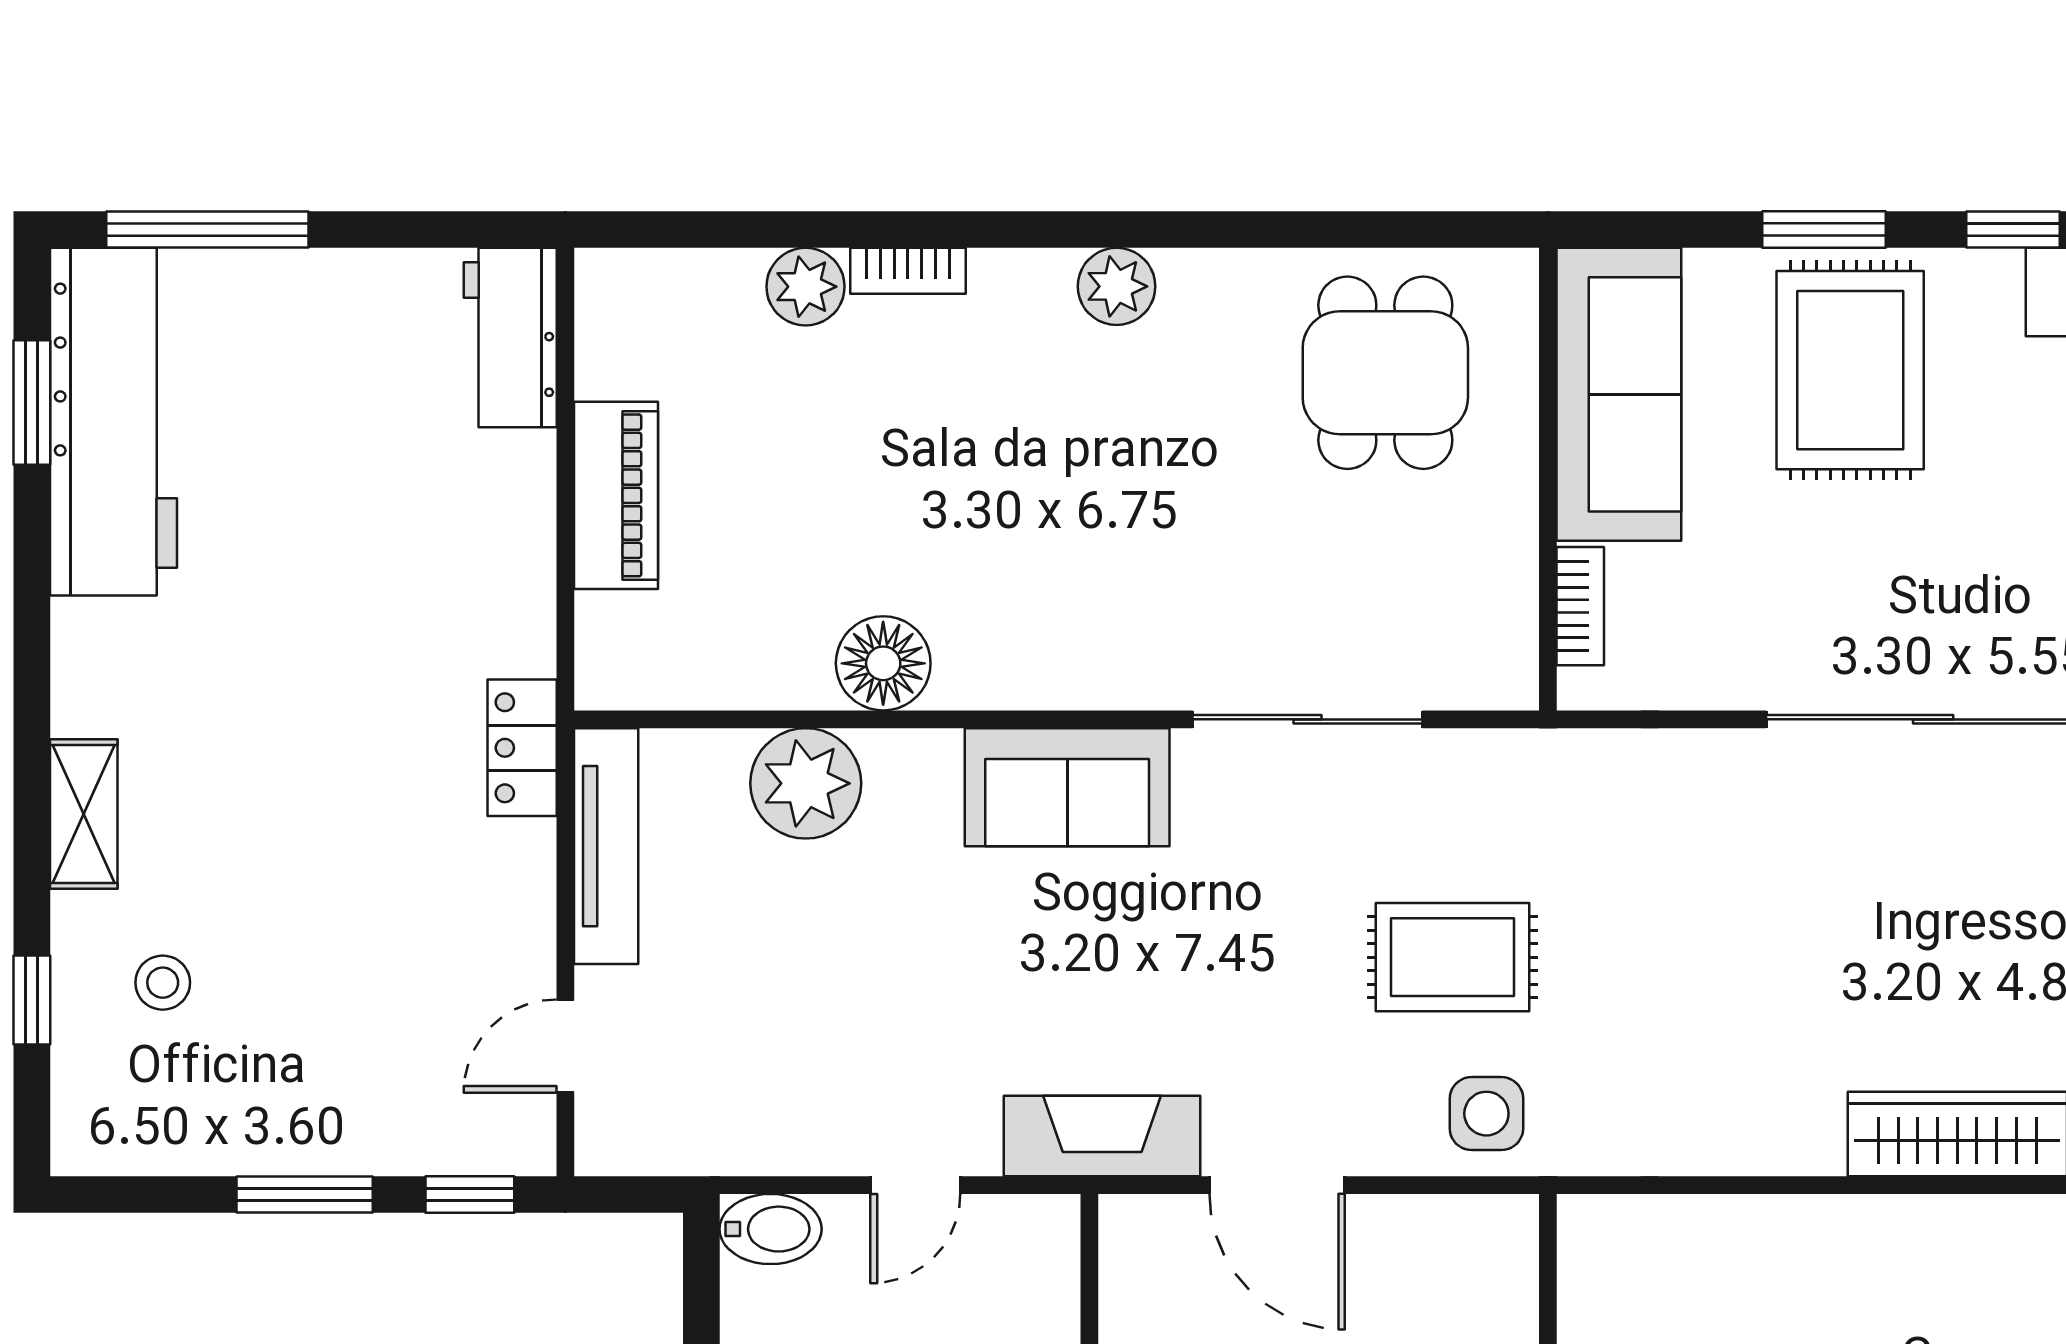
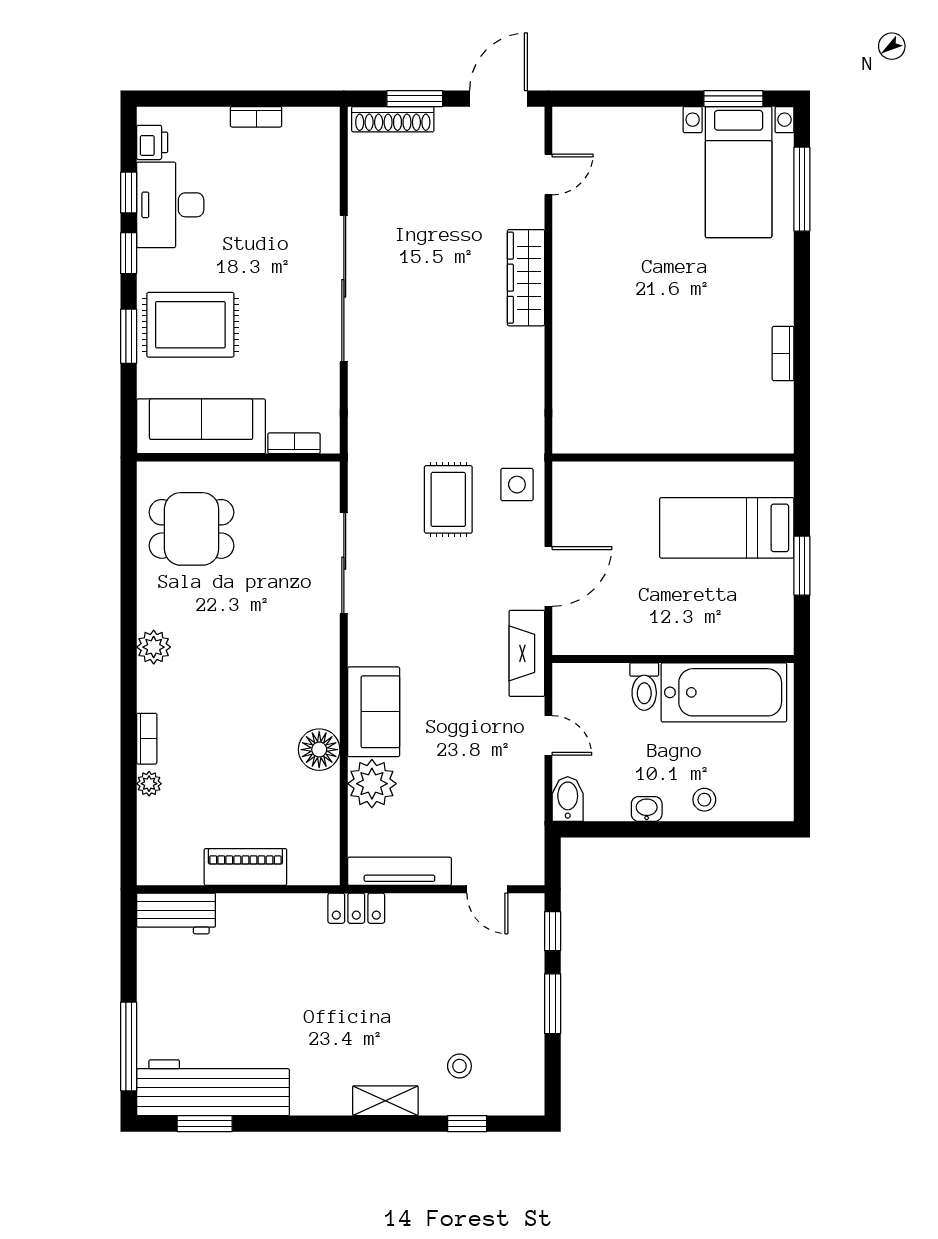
plant: (806, 287) -> (149, 784), width x0.73, depth x0.73
sofa: (1067, 787) -> (374, 712), moved

